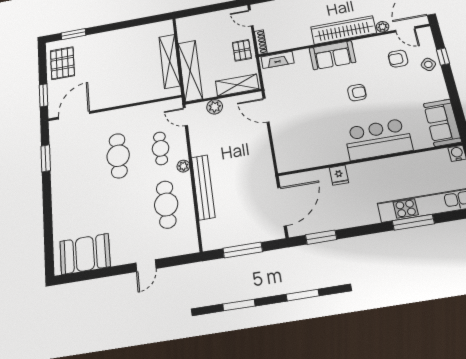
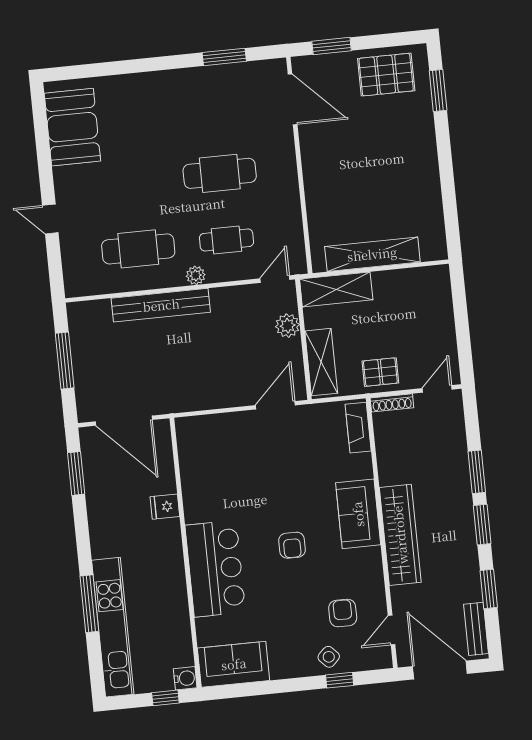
plant: (383, 27) -> (400, 596), removed
shelving: (190, 71) -> (336, 289), width x0.68

